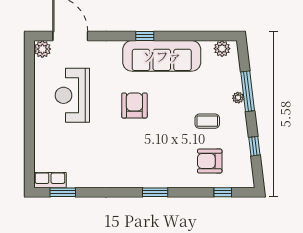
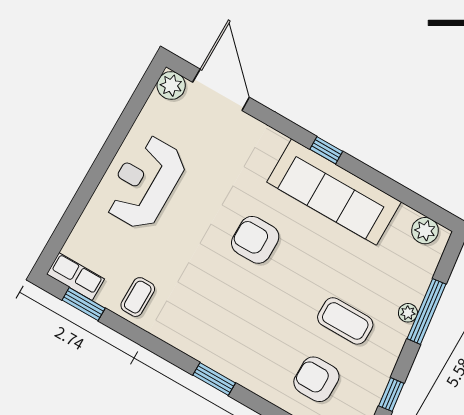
reception desk: (72, 95) -> (145, 182), moved
armchair: (134, 105) -> (255, 240), turned -90
coffee table: (207, 121) -> (345, 321), width x1.36, depth x1.30
coffee table: (89, 172) -> (138, 297), added

